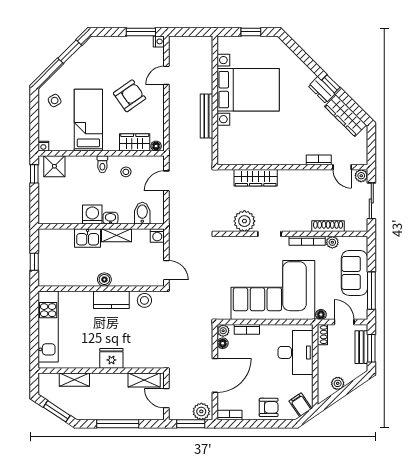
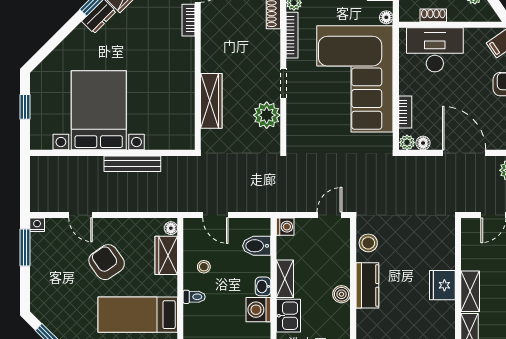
shoe rack: (322, 335) -> (433, 15), moved
shelving: (144, 380) -> (470, 291), moved

